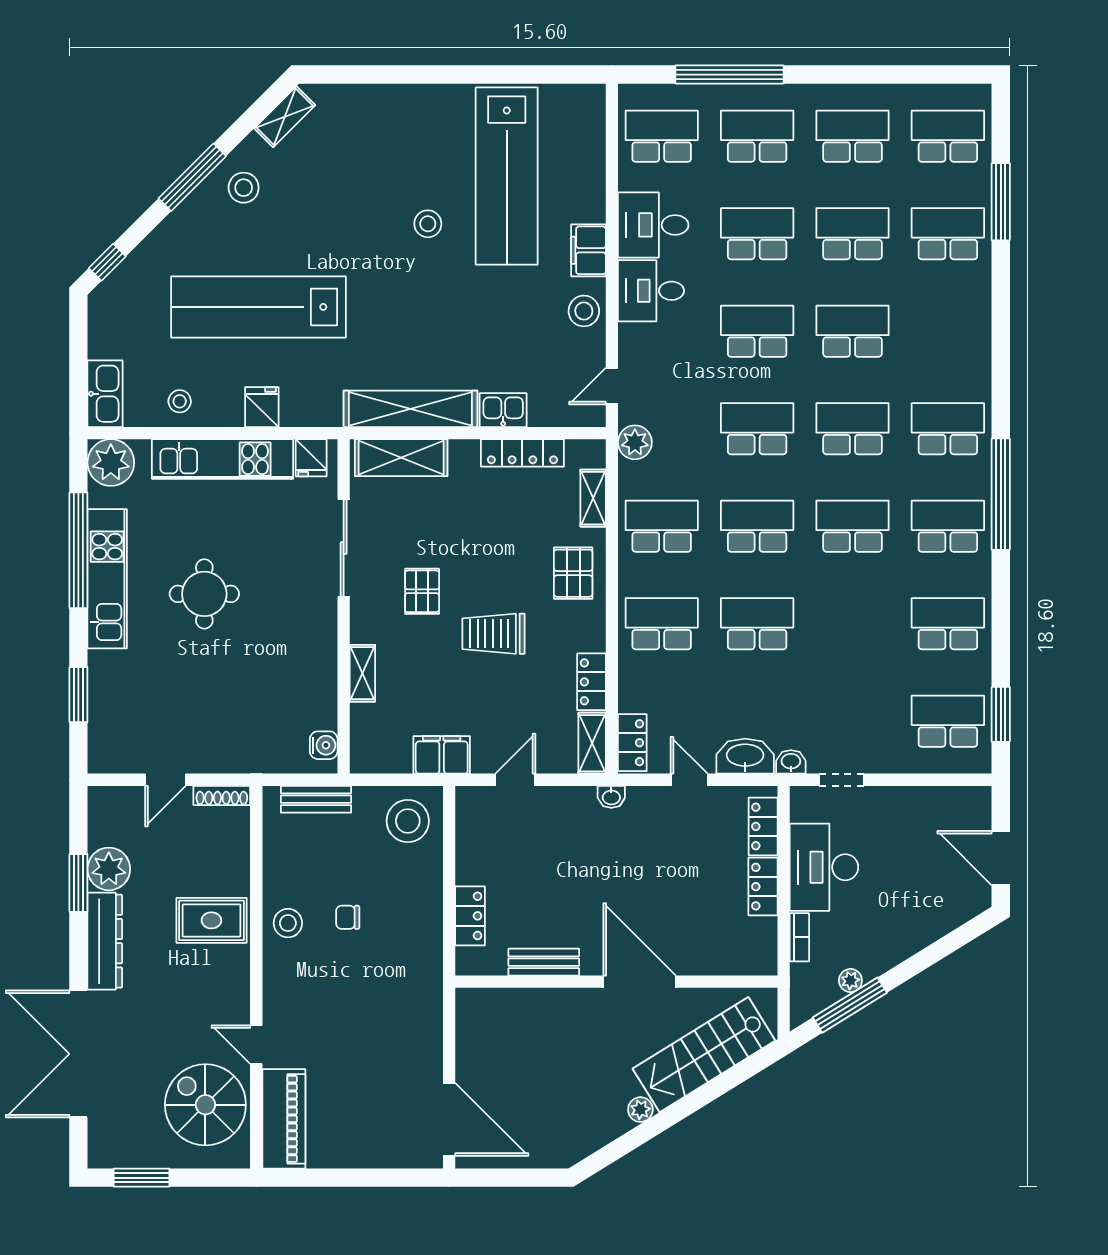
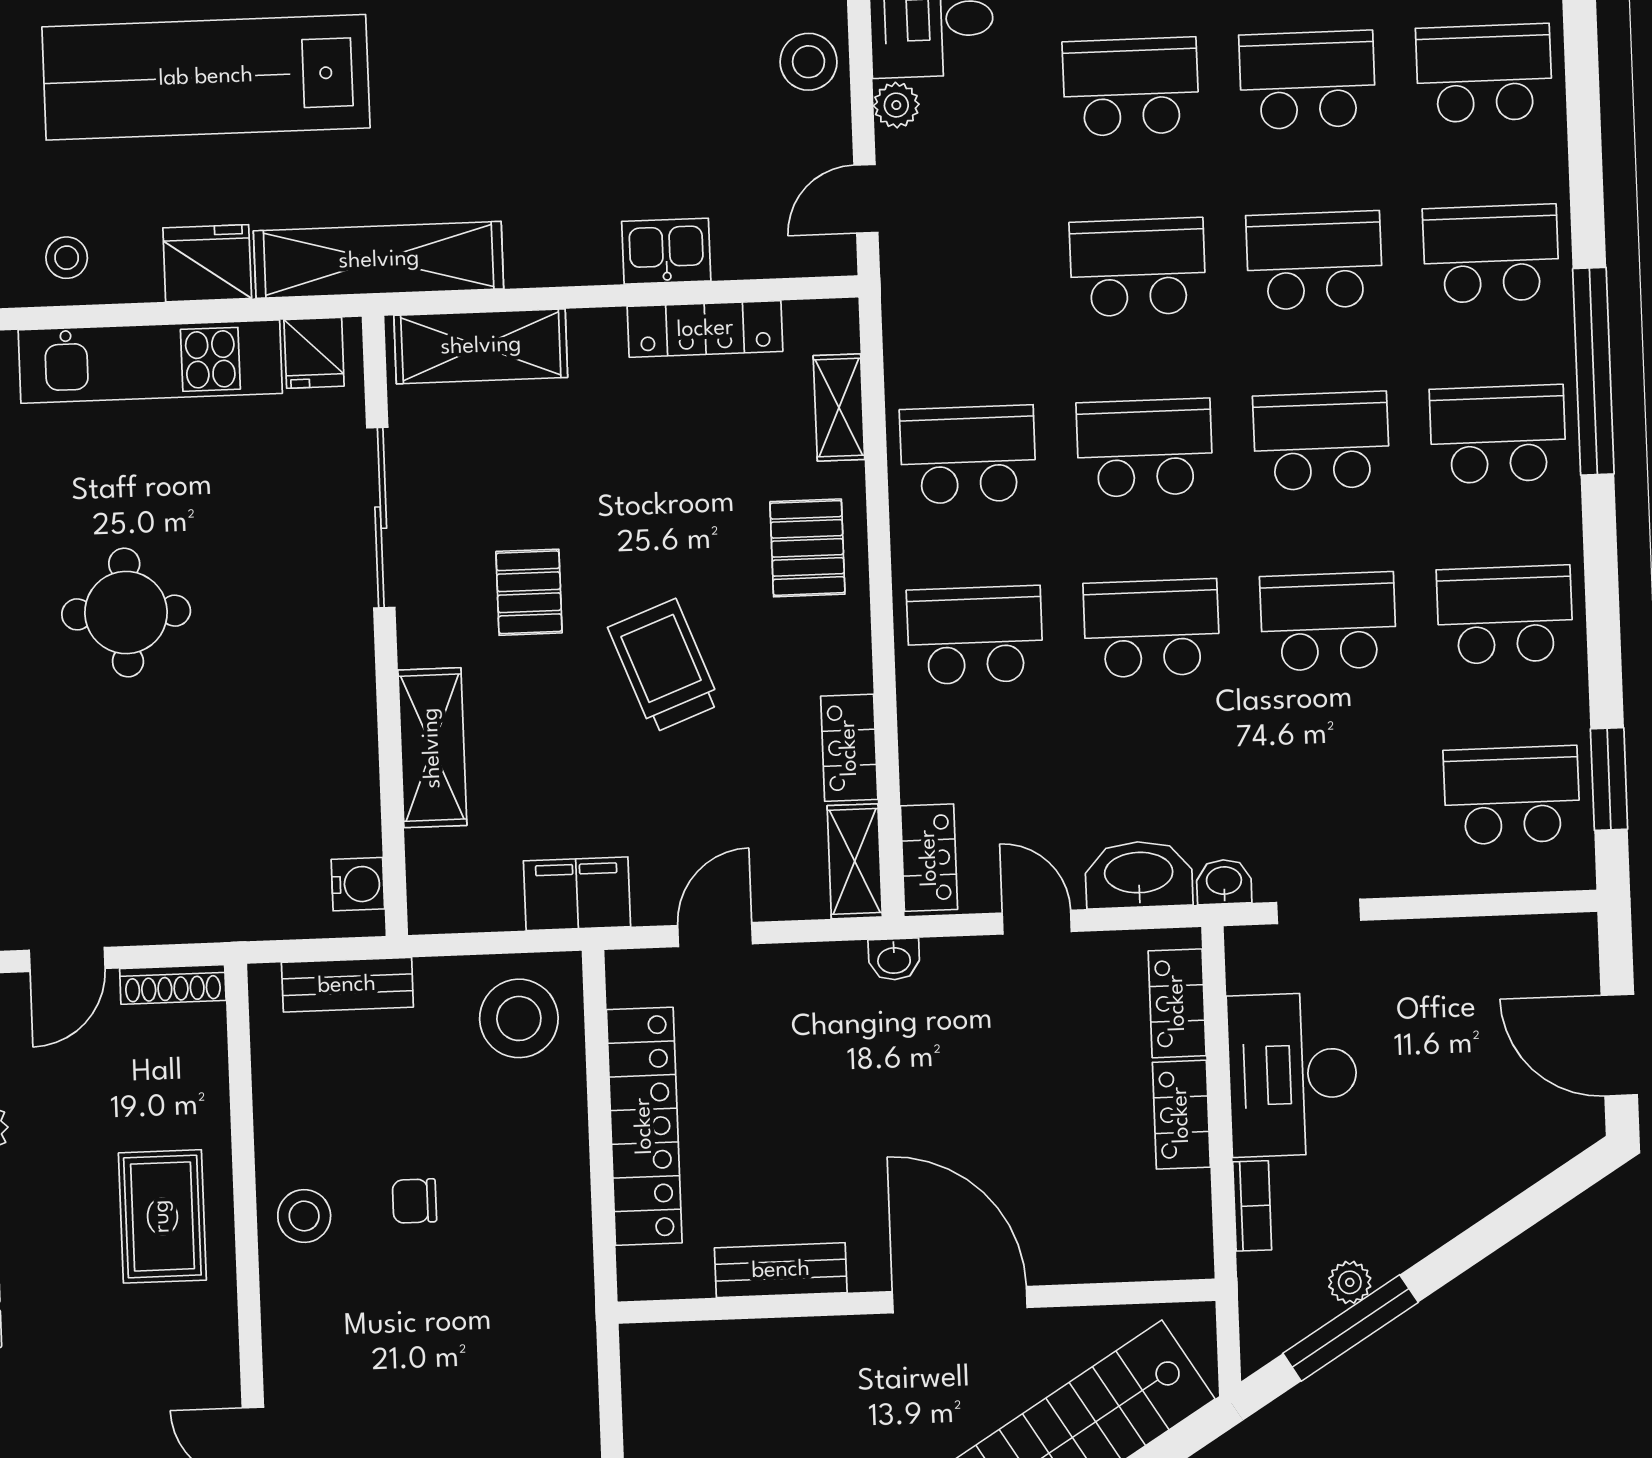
school desk: (948, 331) -> (1484, 73), added
fridge: (262, 407) -> (207, 263), width x1.38
shelving: (410, 409) -> (379, 260), moved
plant: (635, 442) -> (896, 105), moved, width x0.73, depth x0.73
school desk: (853, 624) -> (1328, 621), added
trolley: (493, 634) -> (664, 666), turned 69
shelving: (362, 673) -> (432, 748), width x1.50, depth x1.33
locker: (470, 916) -> (644, 1126), width x2.16, depth x1.21
rug: (211, 920) -> (162, 1216), turned 90

